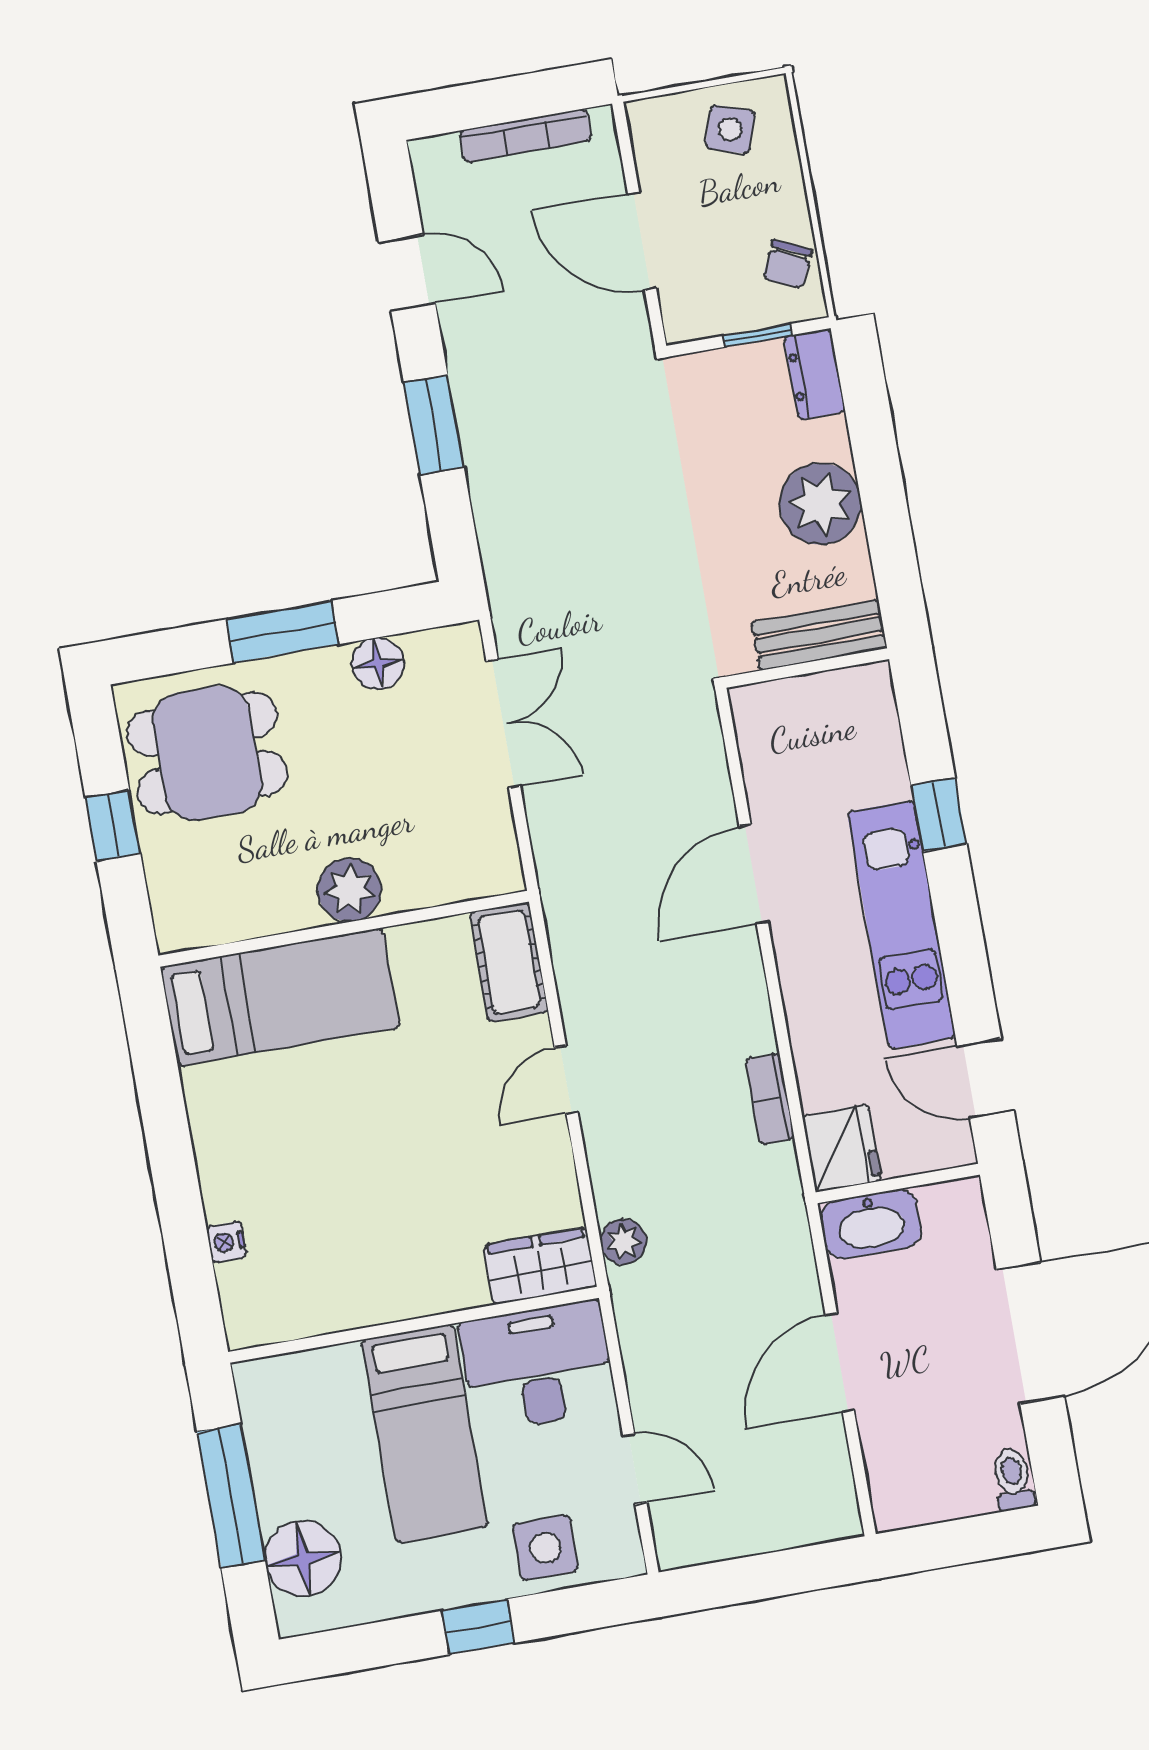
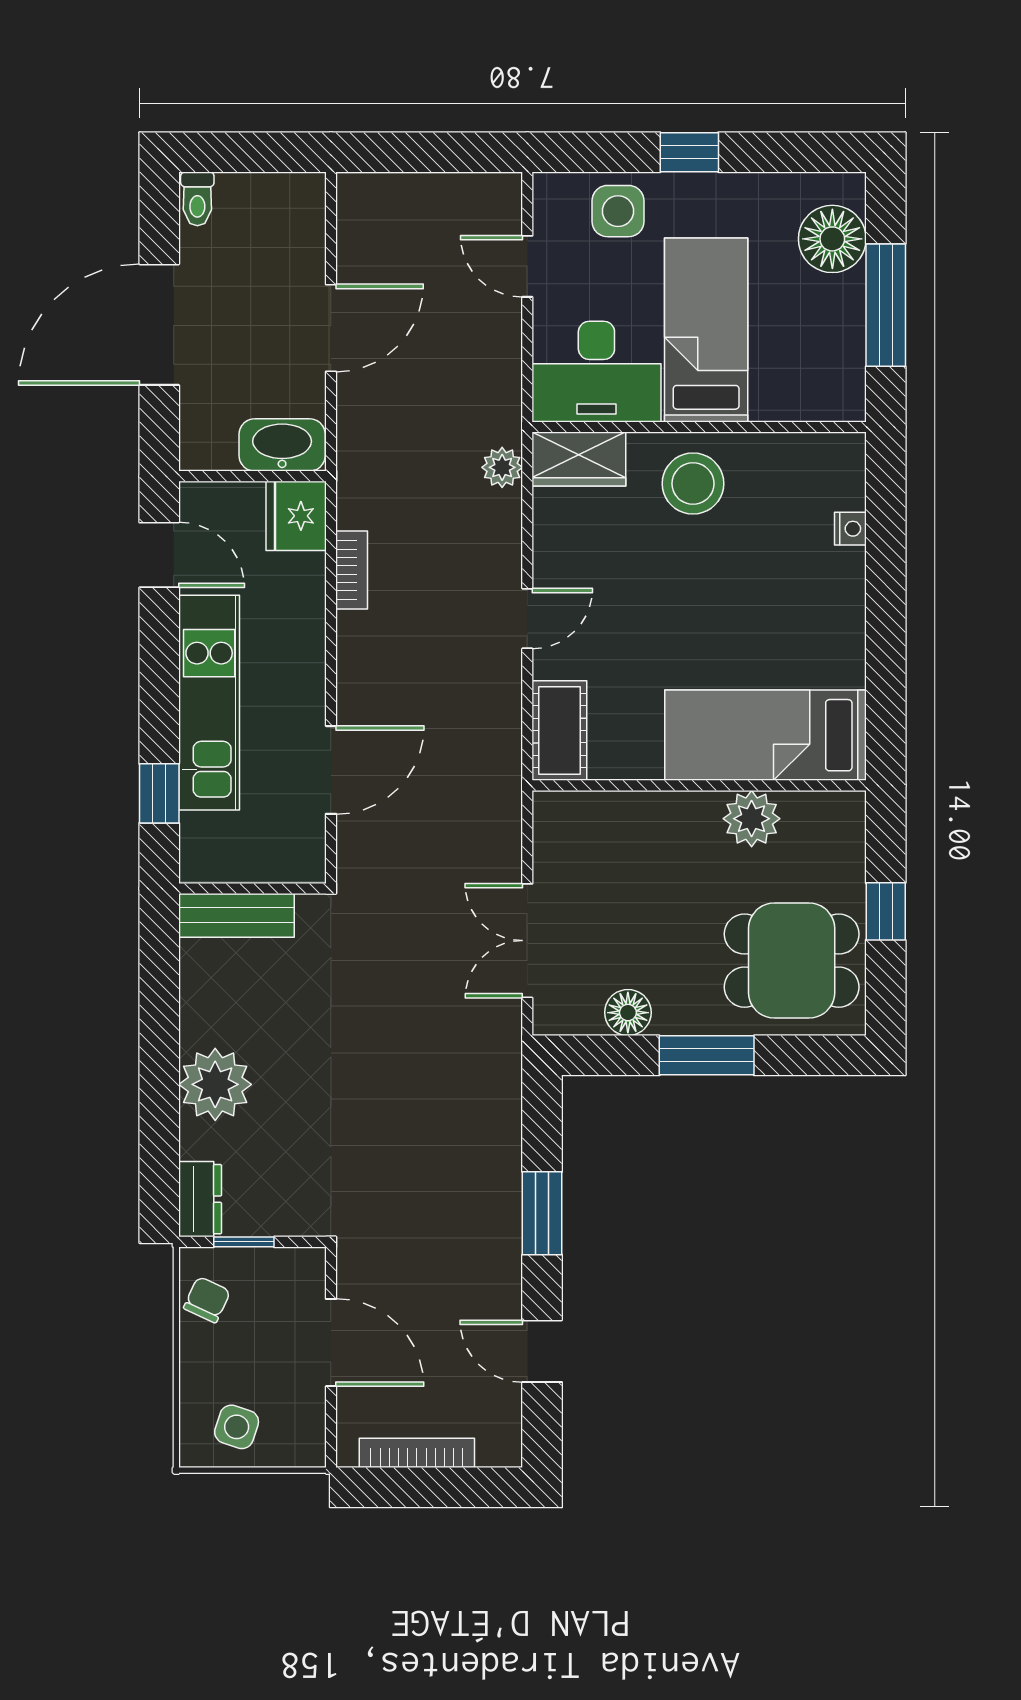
bench: (819, 635) -> (236, 915), moved
wall: (807, 668) -> (252, 888), moved
plant: (349, 890) -> (752, 819), moved
stool: (409, 1261) -> (693, 484), added

